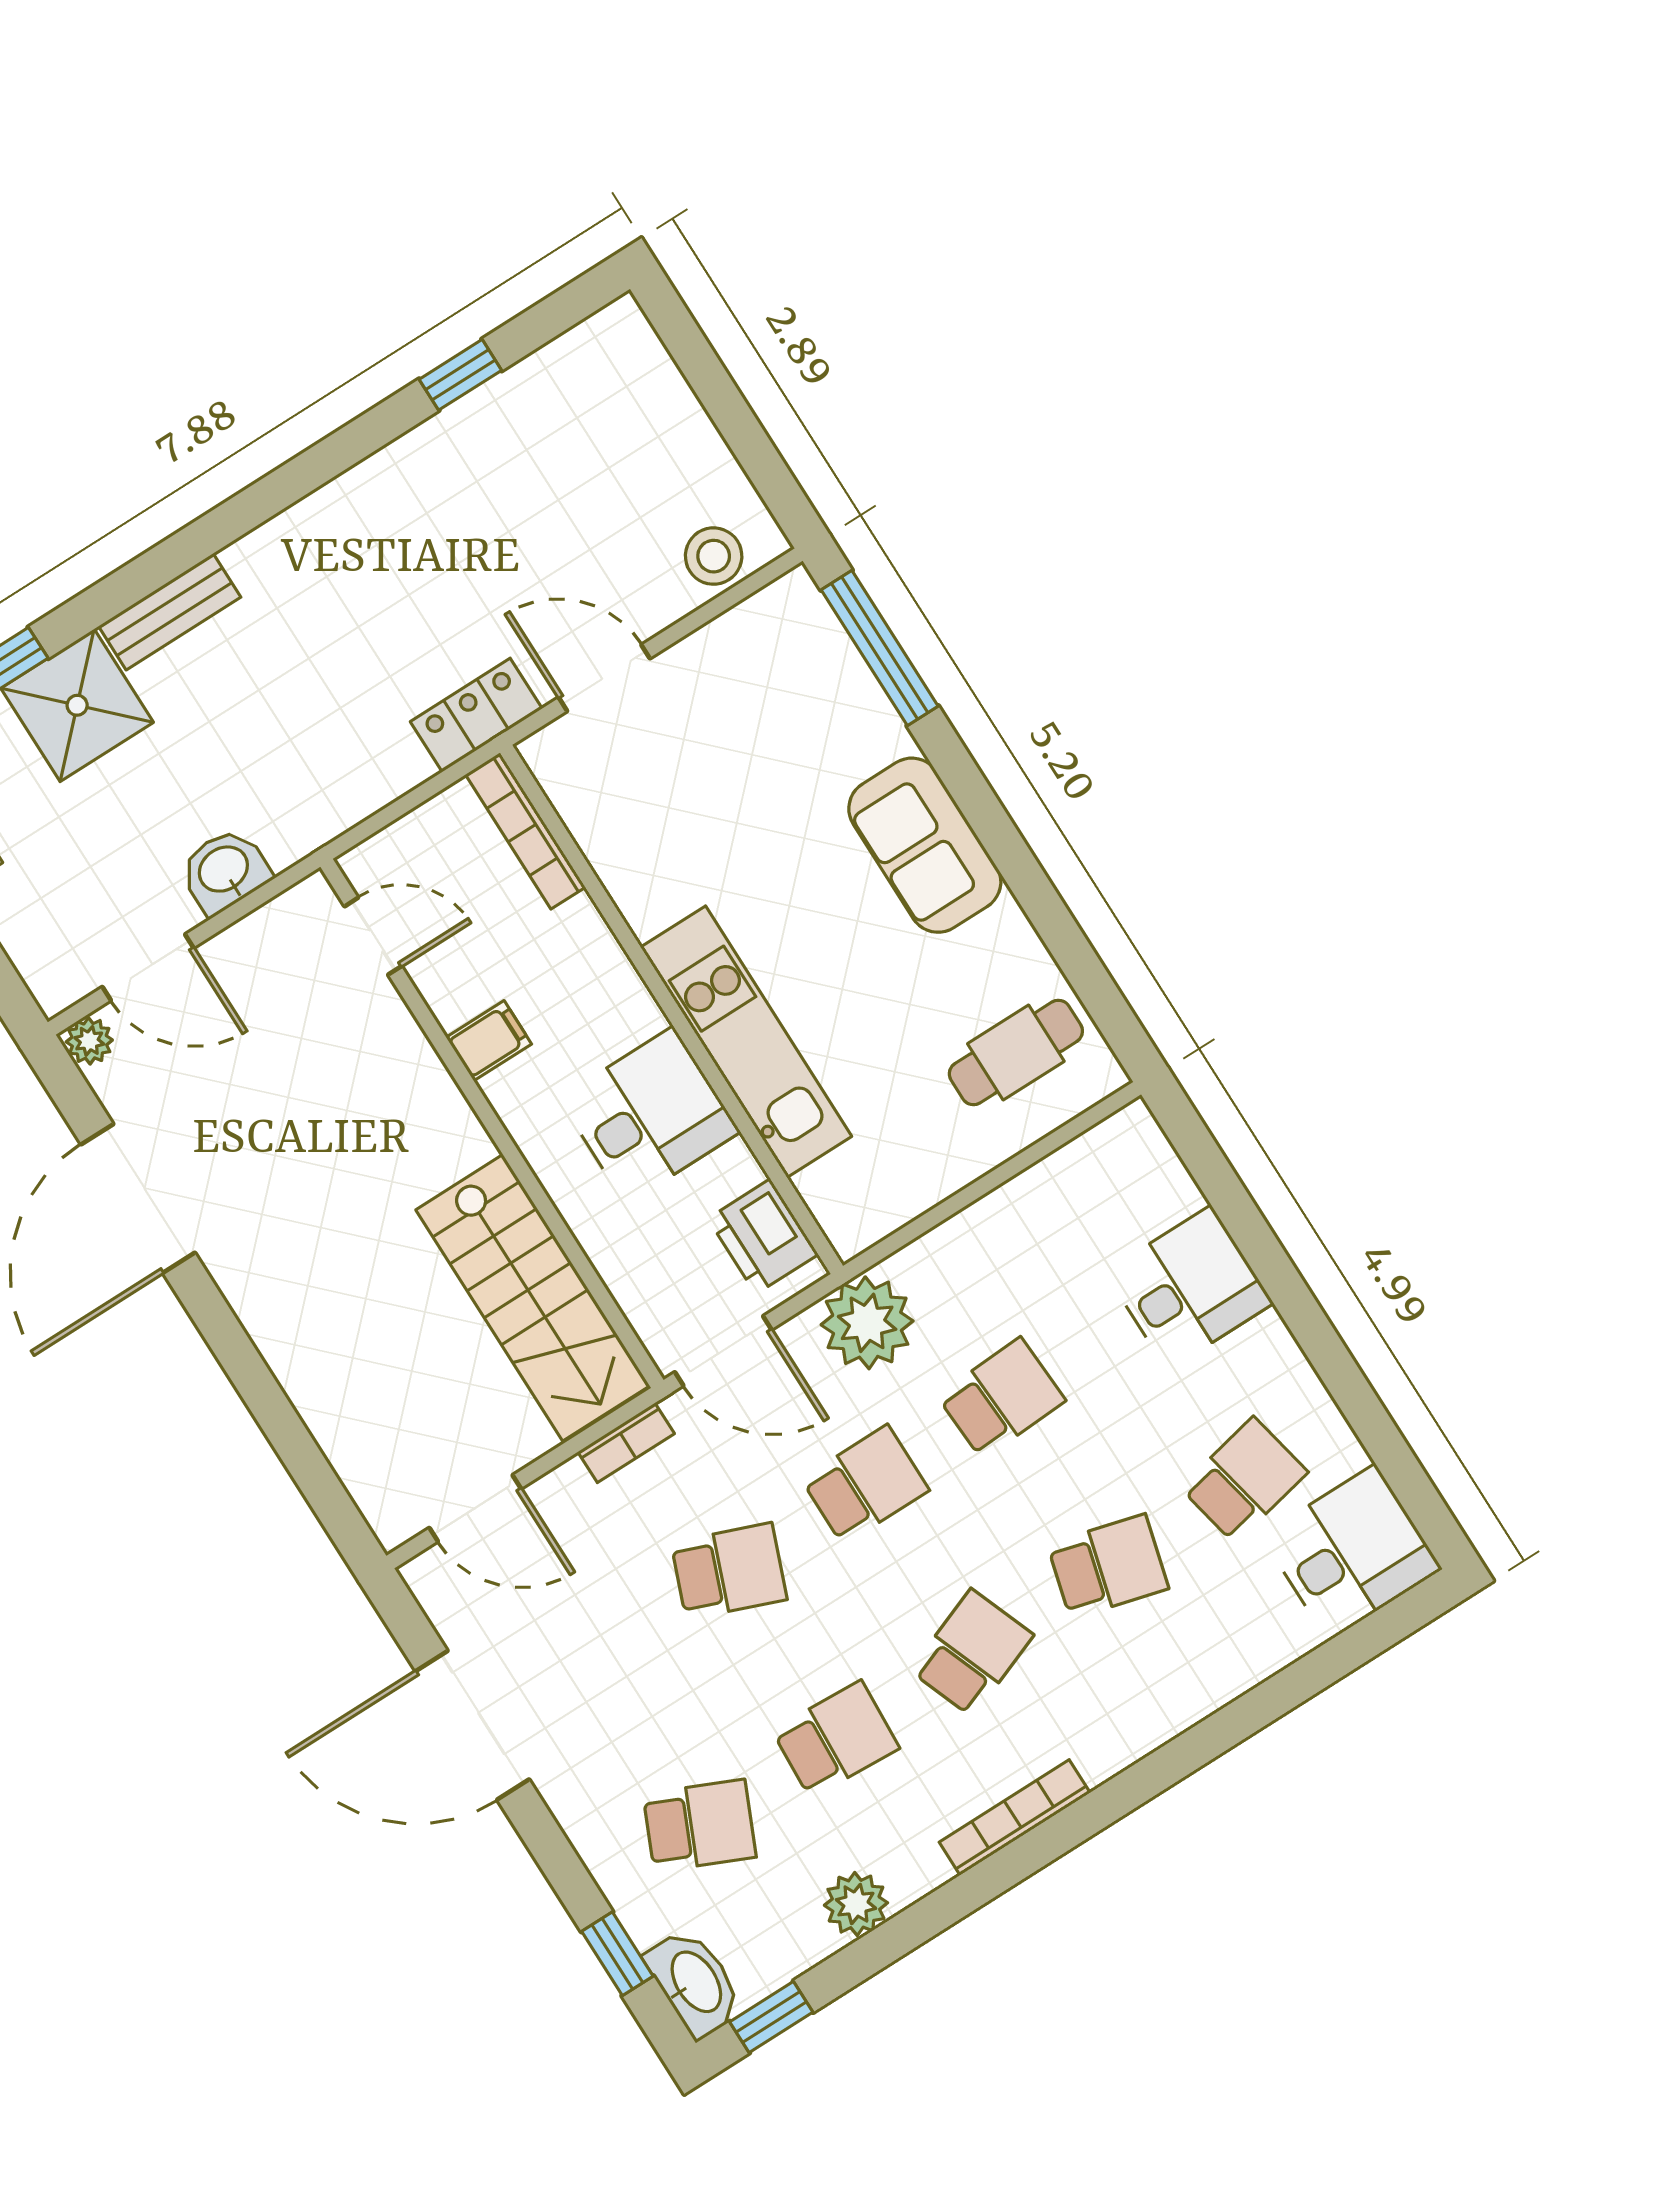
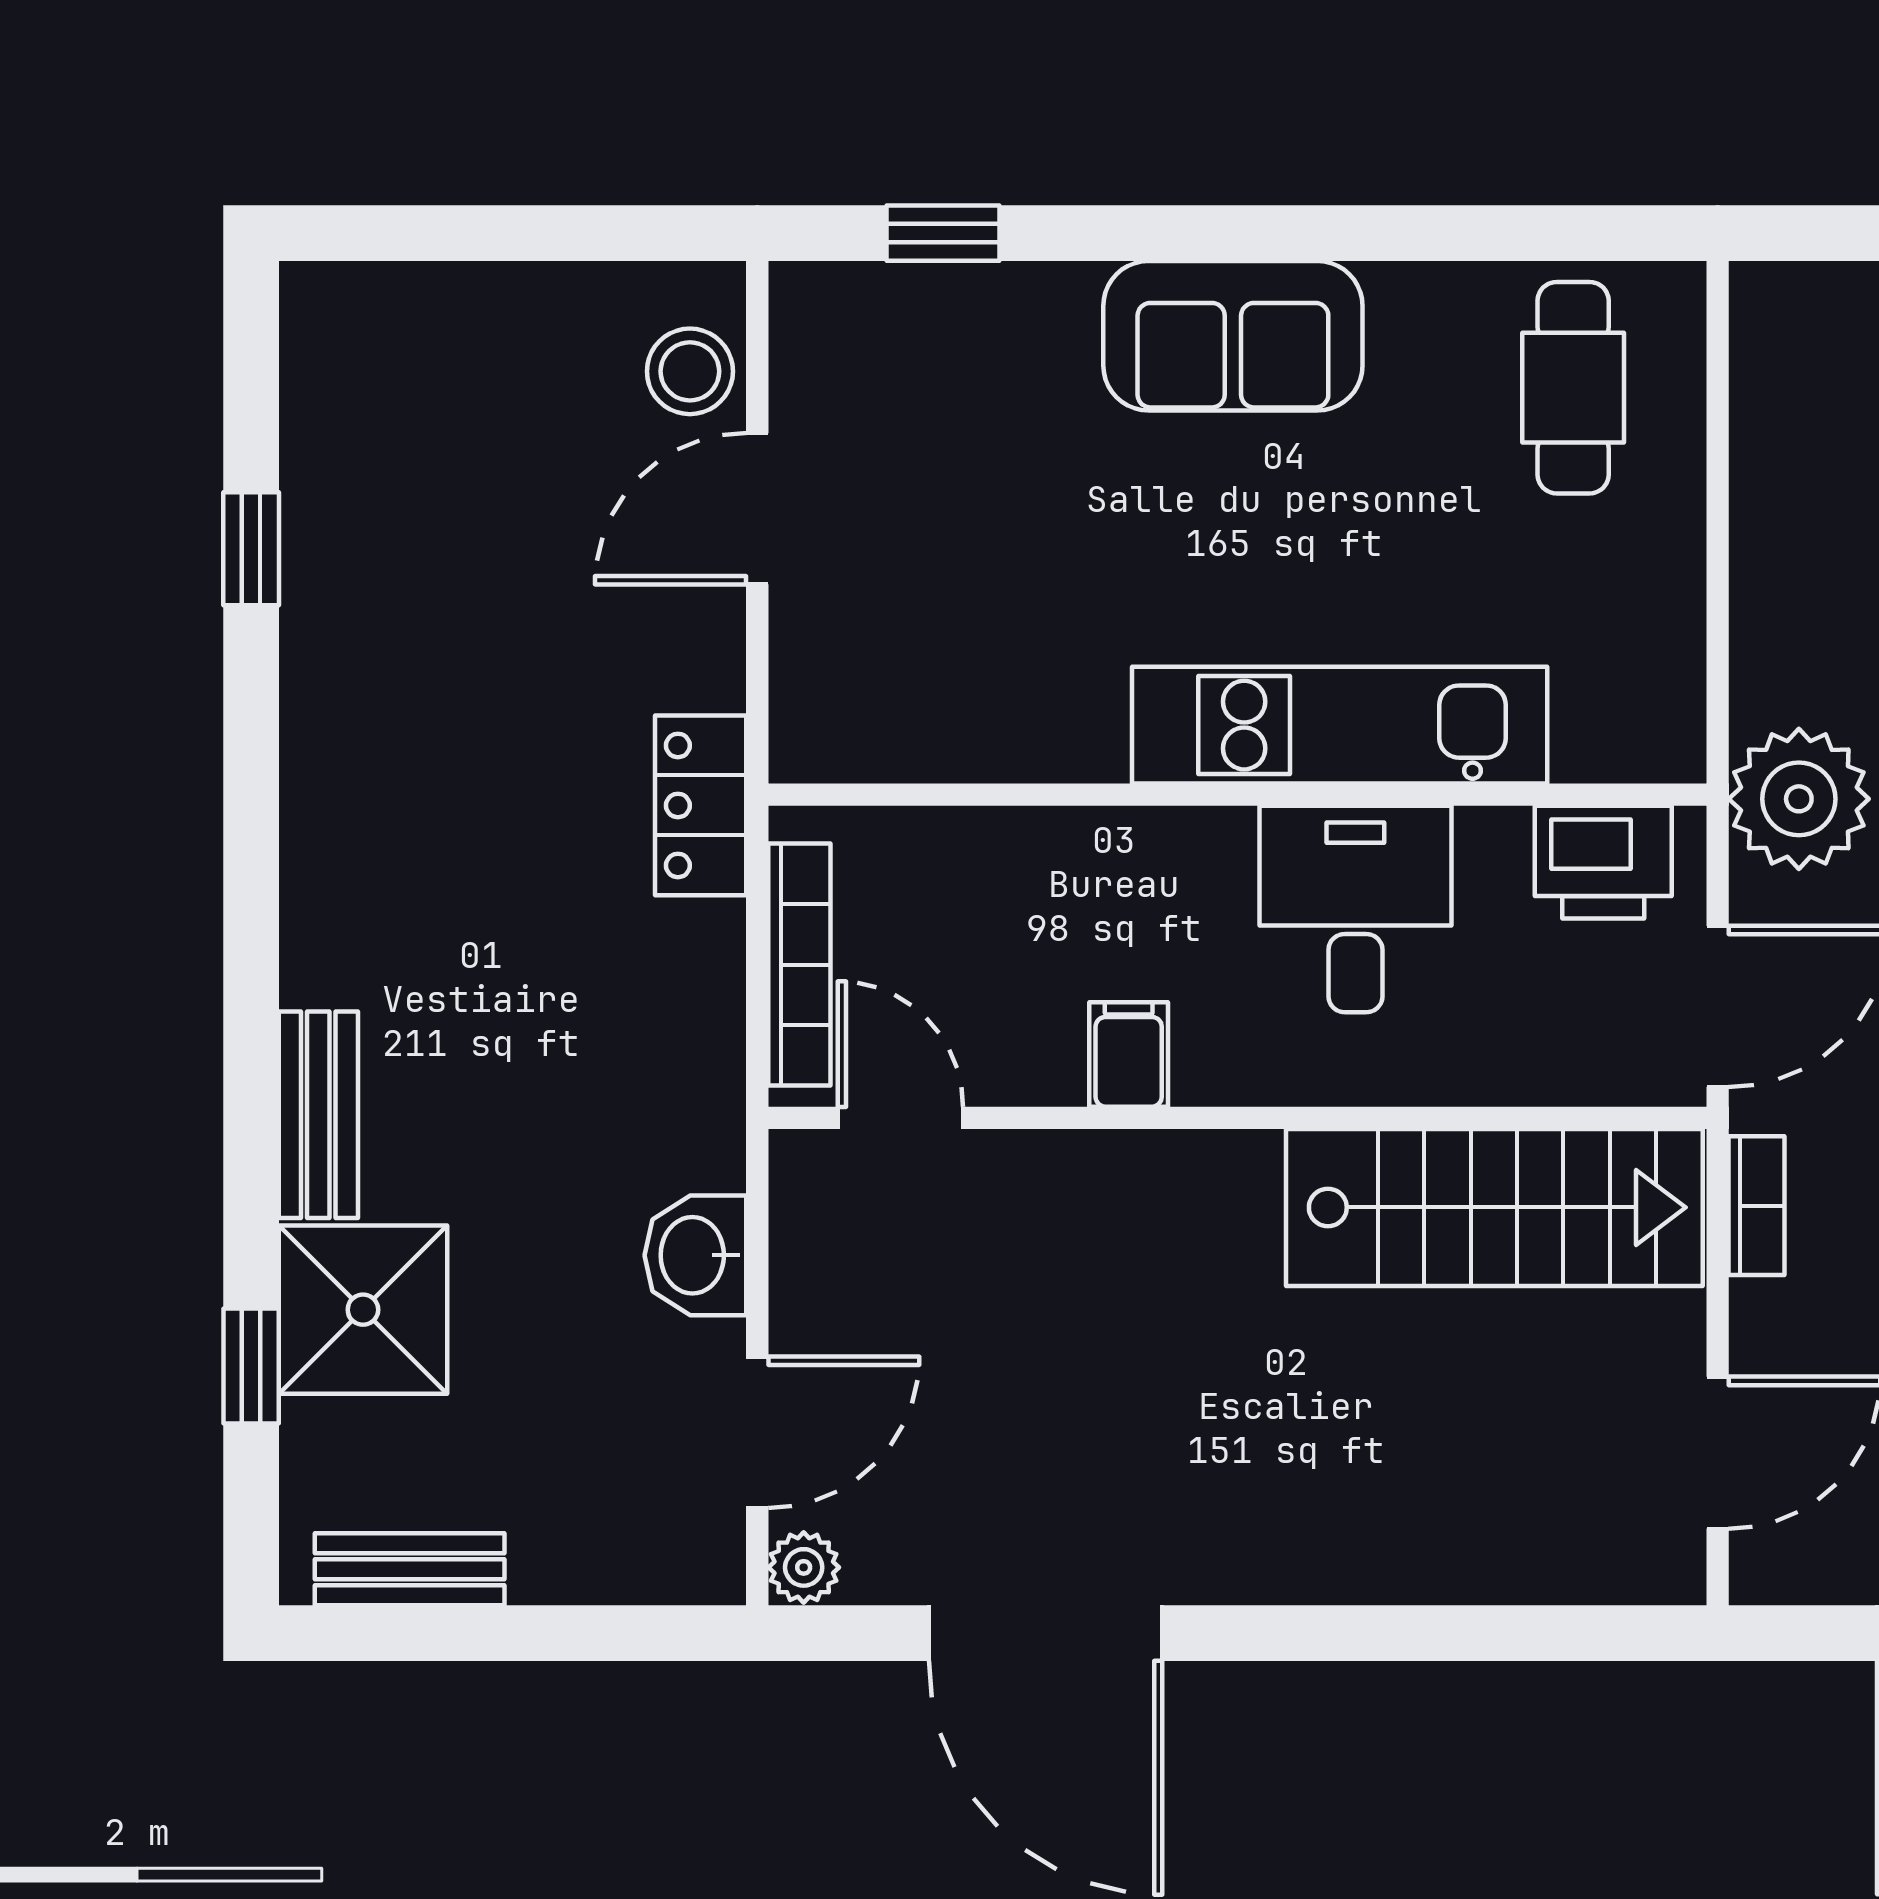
window: (880, 648) -> (943, 233), width x0.46
door: (604, 678) -> (757, 509), moved
bookcase: (525, 831) -> (799, 965), moved, turned -90
door: (373, 936) -> (900, 1118), hinge flipped

